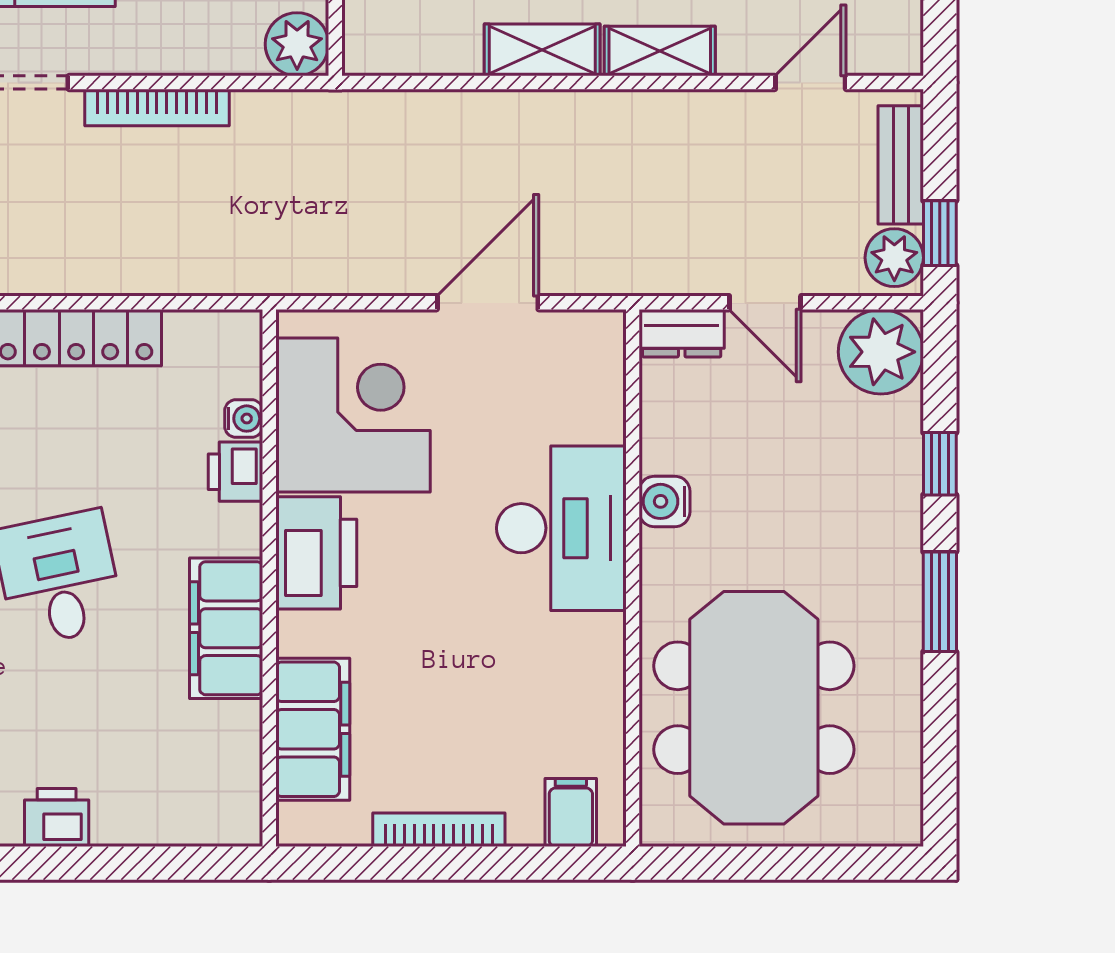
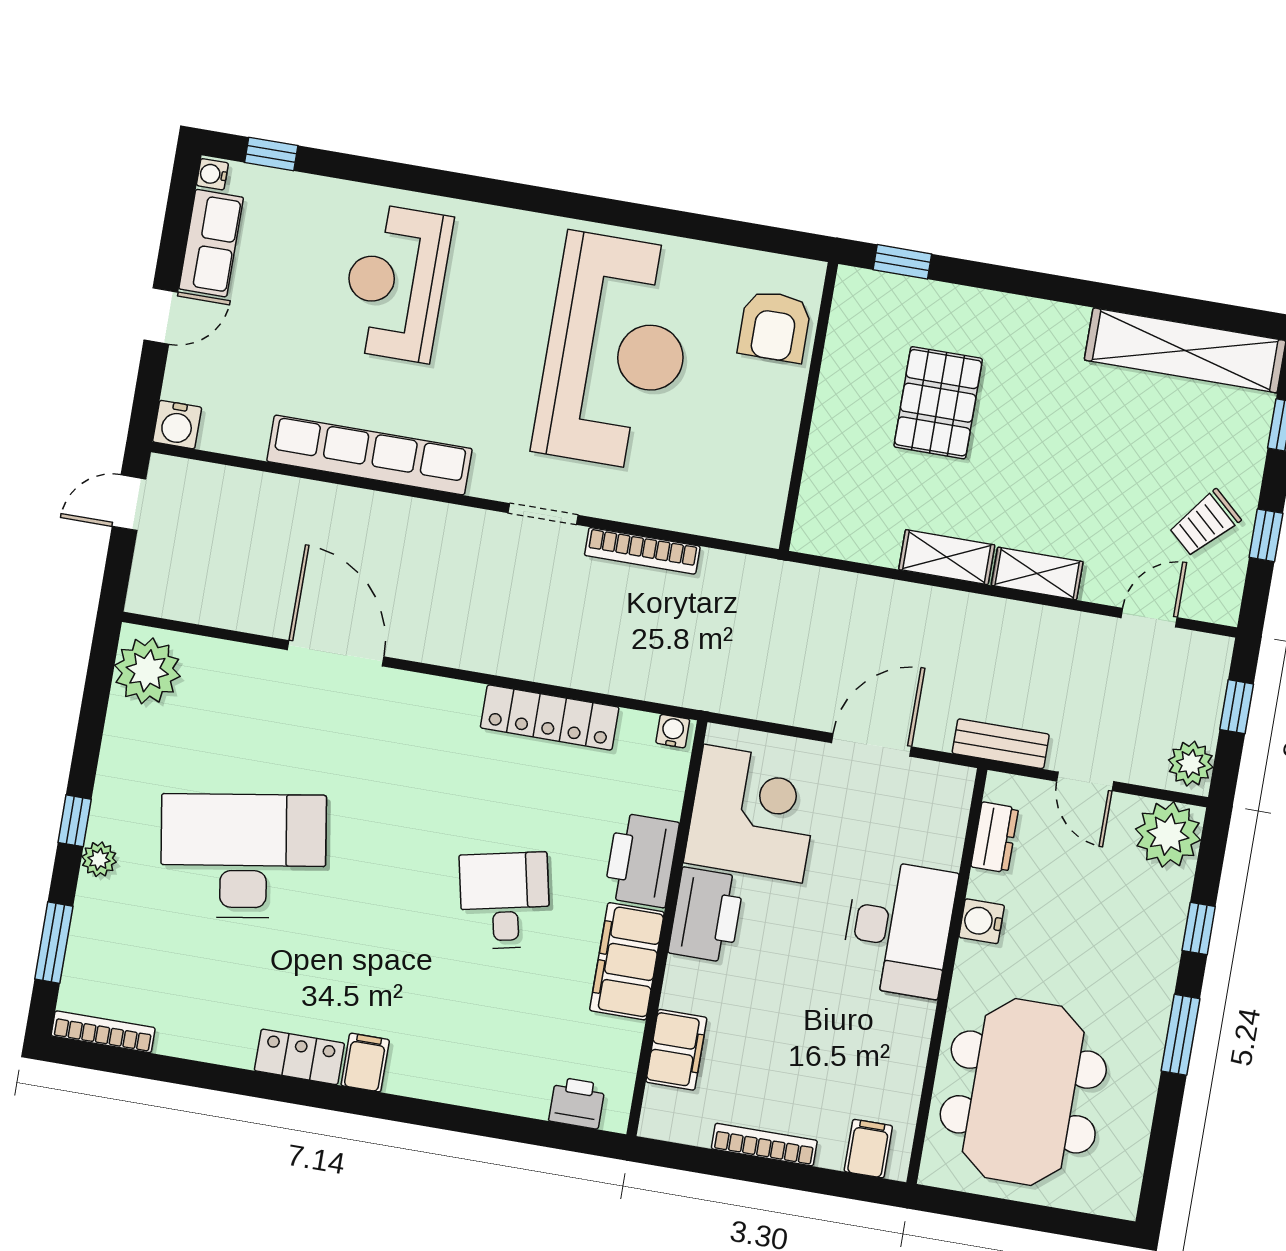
plant: (297, 44) -> (759, 520), removed
bench: (901, 165) -> (1001, 744), moved, turned 90
window: (940, 233) -> (1237, 707), moved
dresser: (682, 333) -> (995, 837), moved, turned -90
water cooler: (244, 419) -> (673, 731), moved, turned -90
printer: (236, 472) -> (641, 860), width x1.87, depth x1.48
filing cabinet: (313, 729) -> (676, 1050), width x0.67, depth x0.86
printer: (57, 818) -> (577, 1103), moved

